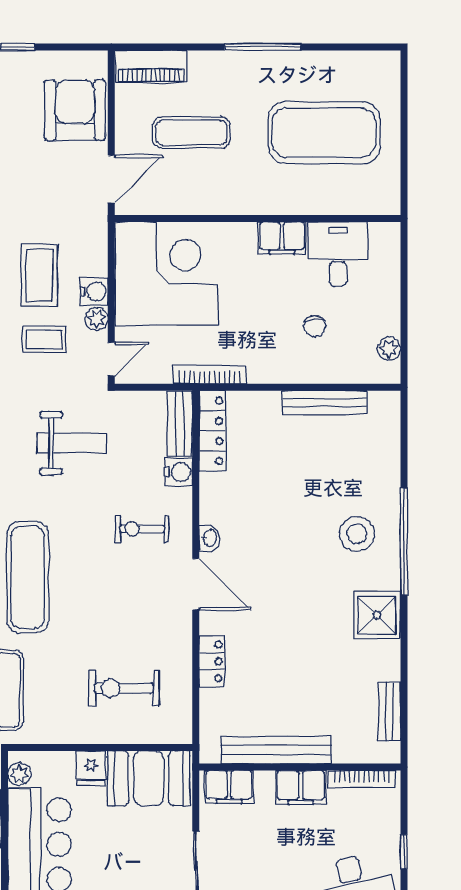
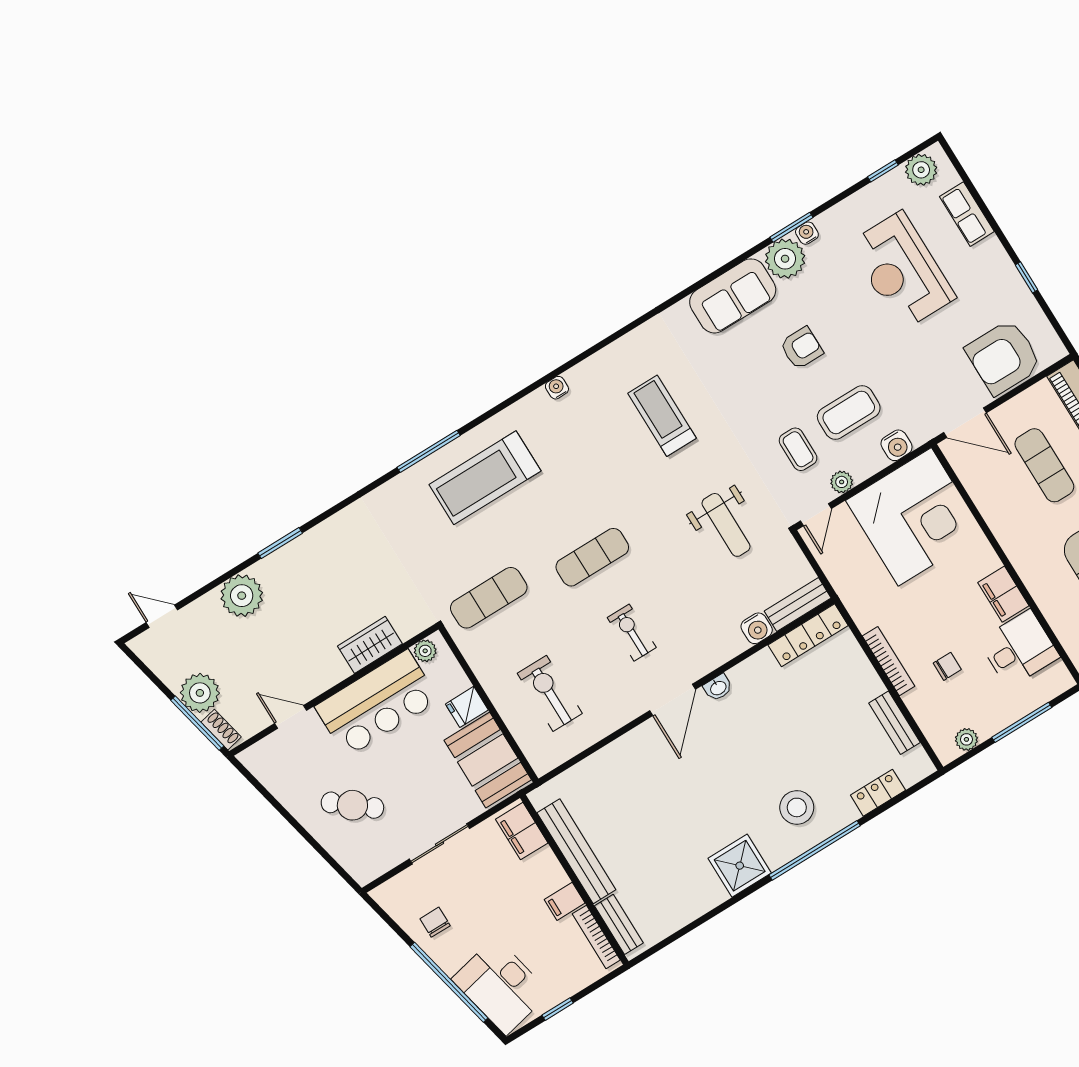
armchair: (75, 110) -> (1004, 357), turned 180
window: (404, 291) -> (1022, 722), added
water cooler: (94, 292) -> (897, 445), moved
chair: (315, 326) -> (947, 666), turned 180
door: (111, 359) -> (816, 515), hinge flipped
bookcase: (209, 375) -> (889, 661), moved
bench: (324, 403) -> (895, 723), width x0.73
exercise bike: (142, 529) -> (632, 633), moved
exercise mat: (28, 577) -> (592, 557), width x0.73, depth x0.69
locker: (212, 661) -> (878, 793), moved, turned 180
bench: (389, 711) -> (619, 924), moved, turned 90
filing cabinet: (301, 787) -> (565, 901), width x0.50

